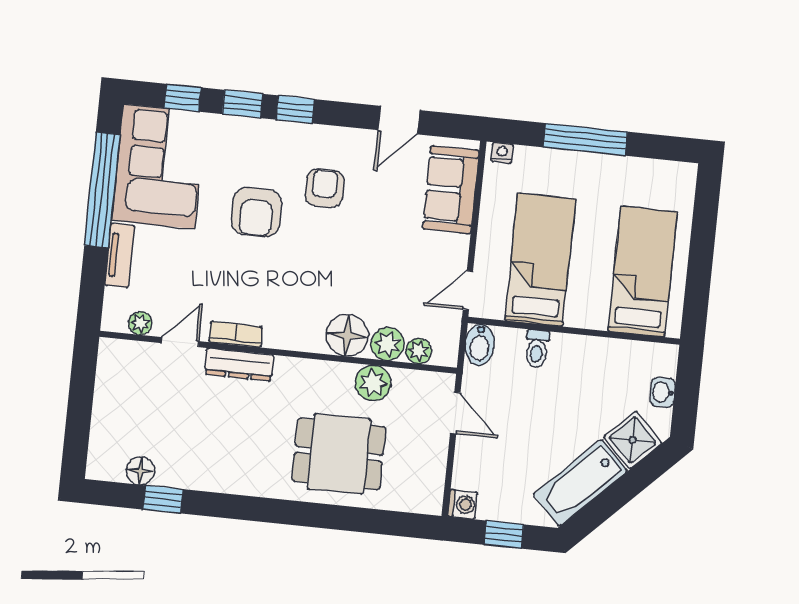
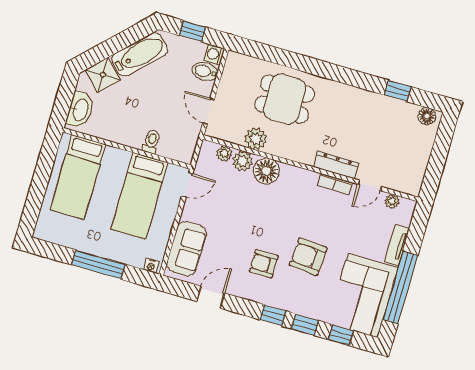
armchair: (325, 188) -> (264, 264), turned 90
armchair: (256, 212) -> (308, 257), turned -86
bidet: (480, 345) -> (205, 71), moved, turned -90
washbasin: (663, 392) -> (80, 110), width x1.91, depth x1.45
floor lamp: (140, 471) -> (427, 116), moved

